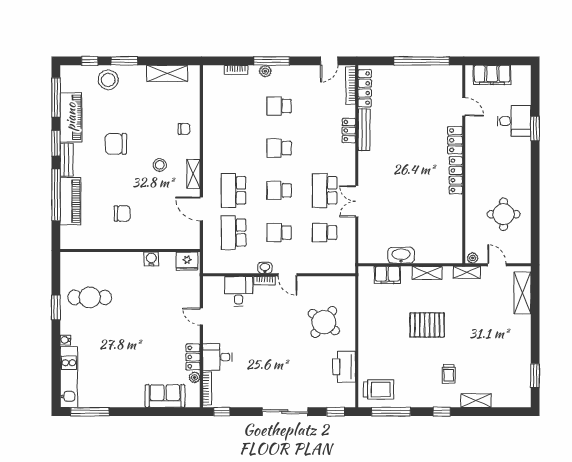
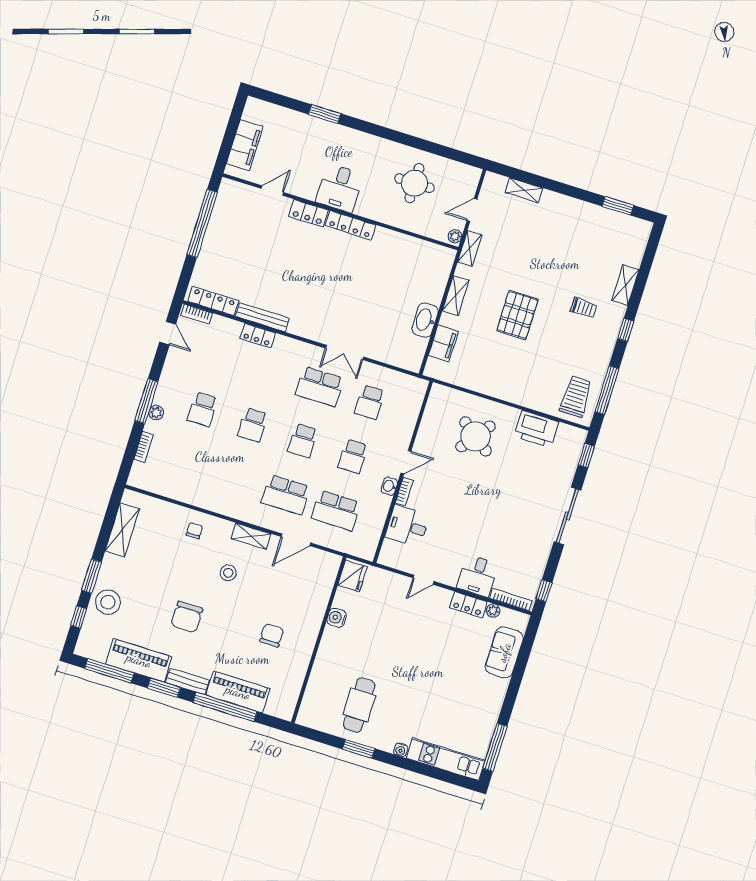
bookcase: (351, 85) -> (197, 314), width x0.64
desk: (514, 121) -> (340, 188), moved, turned 180
shelving: (522, 293) -> (524, 190), width x0.67, depth x0.75

